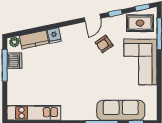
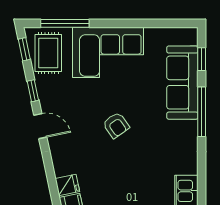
armchair: (104, 44) -> (116, 125), moved

